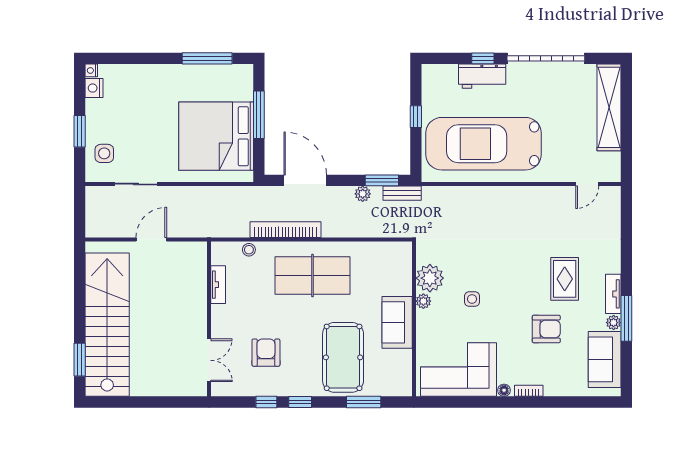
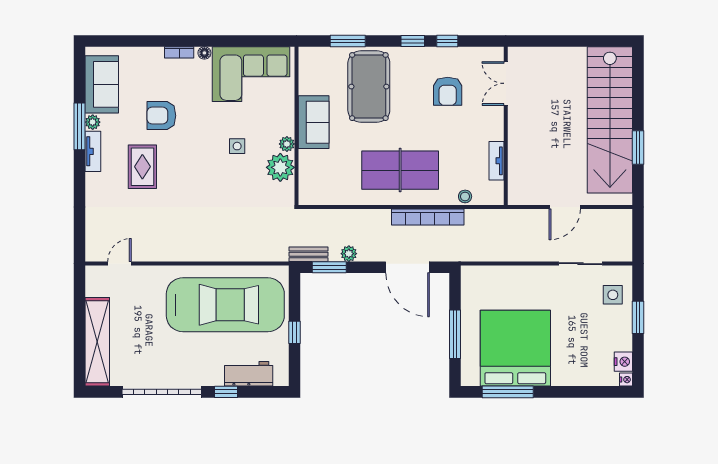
workbench: (482, 76) -> (249, 374), moved
bed: (216, 136) -> (515, 348), moved, turned -90
window: (80, 360) -> (638, 147), moved

